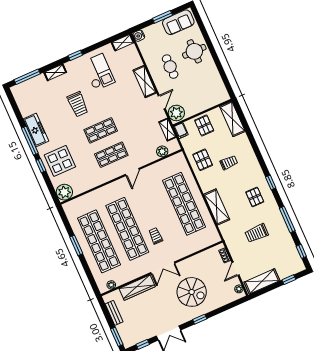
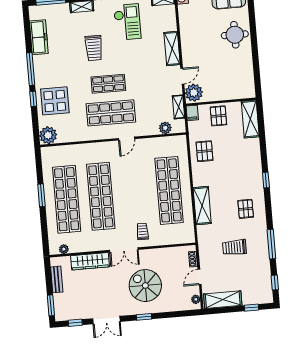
cafe table: (170, 67) -> (204, 42), removed
freezer: (36, 130) -> (39, 37), moved
shop shelf: (111, 155) -> (111, 113), width x1.43, depth x1.36
trolley: (229, 163) -> (231, 164), removed
window: (271, 182) -> (266, 180), moved
trolley: (156, 236) -> (142, 231), moved
spiral stairs: (192, 292) -> (145, 286), turned 180

